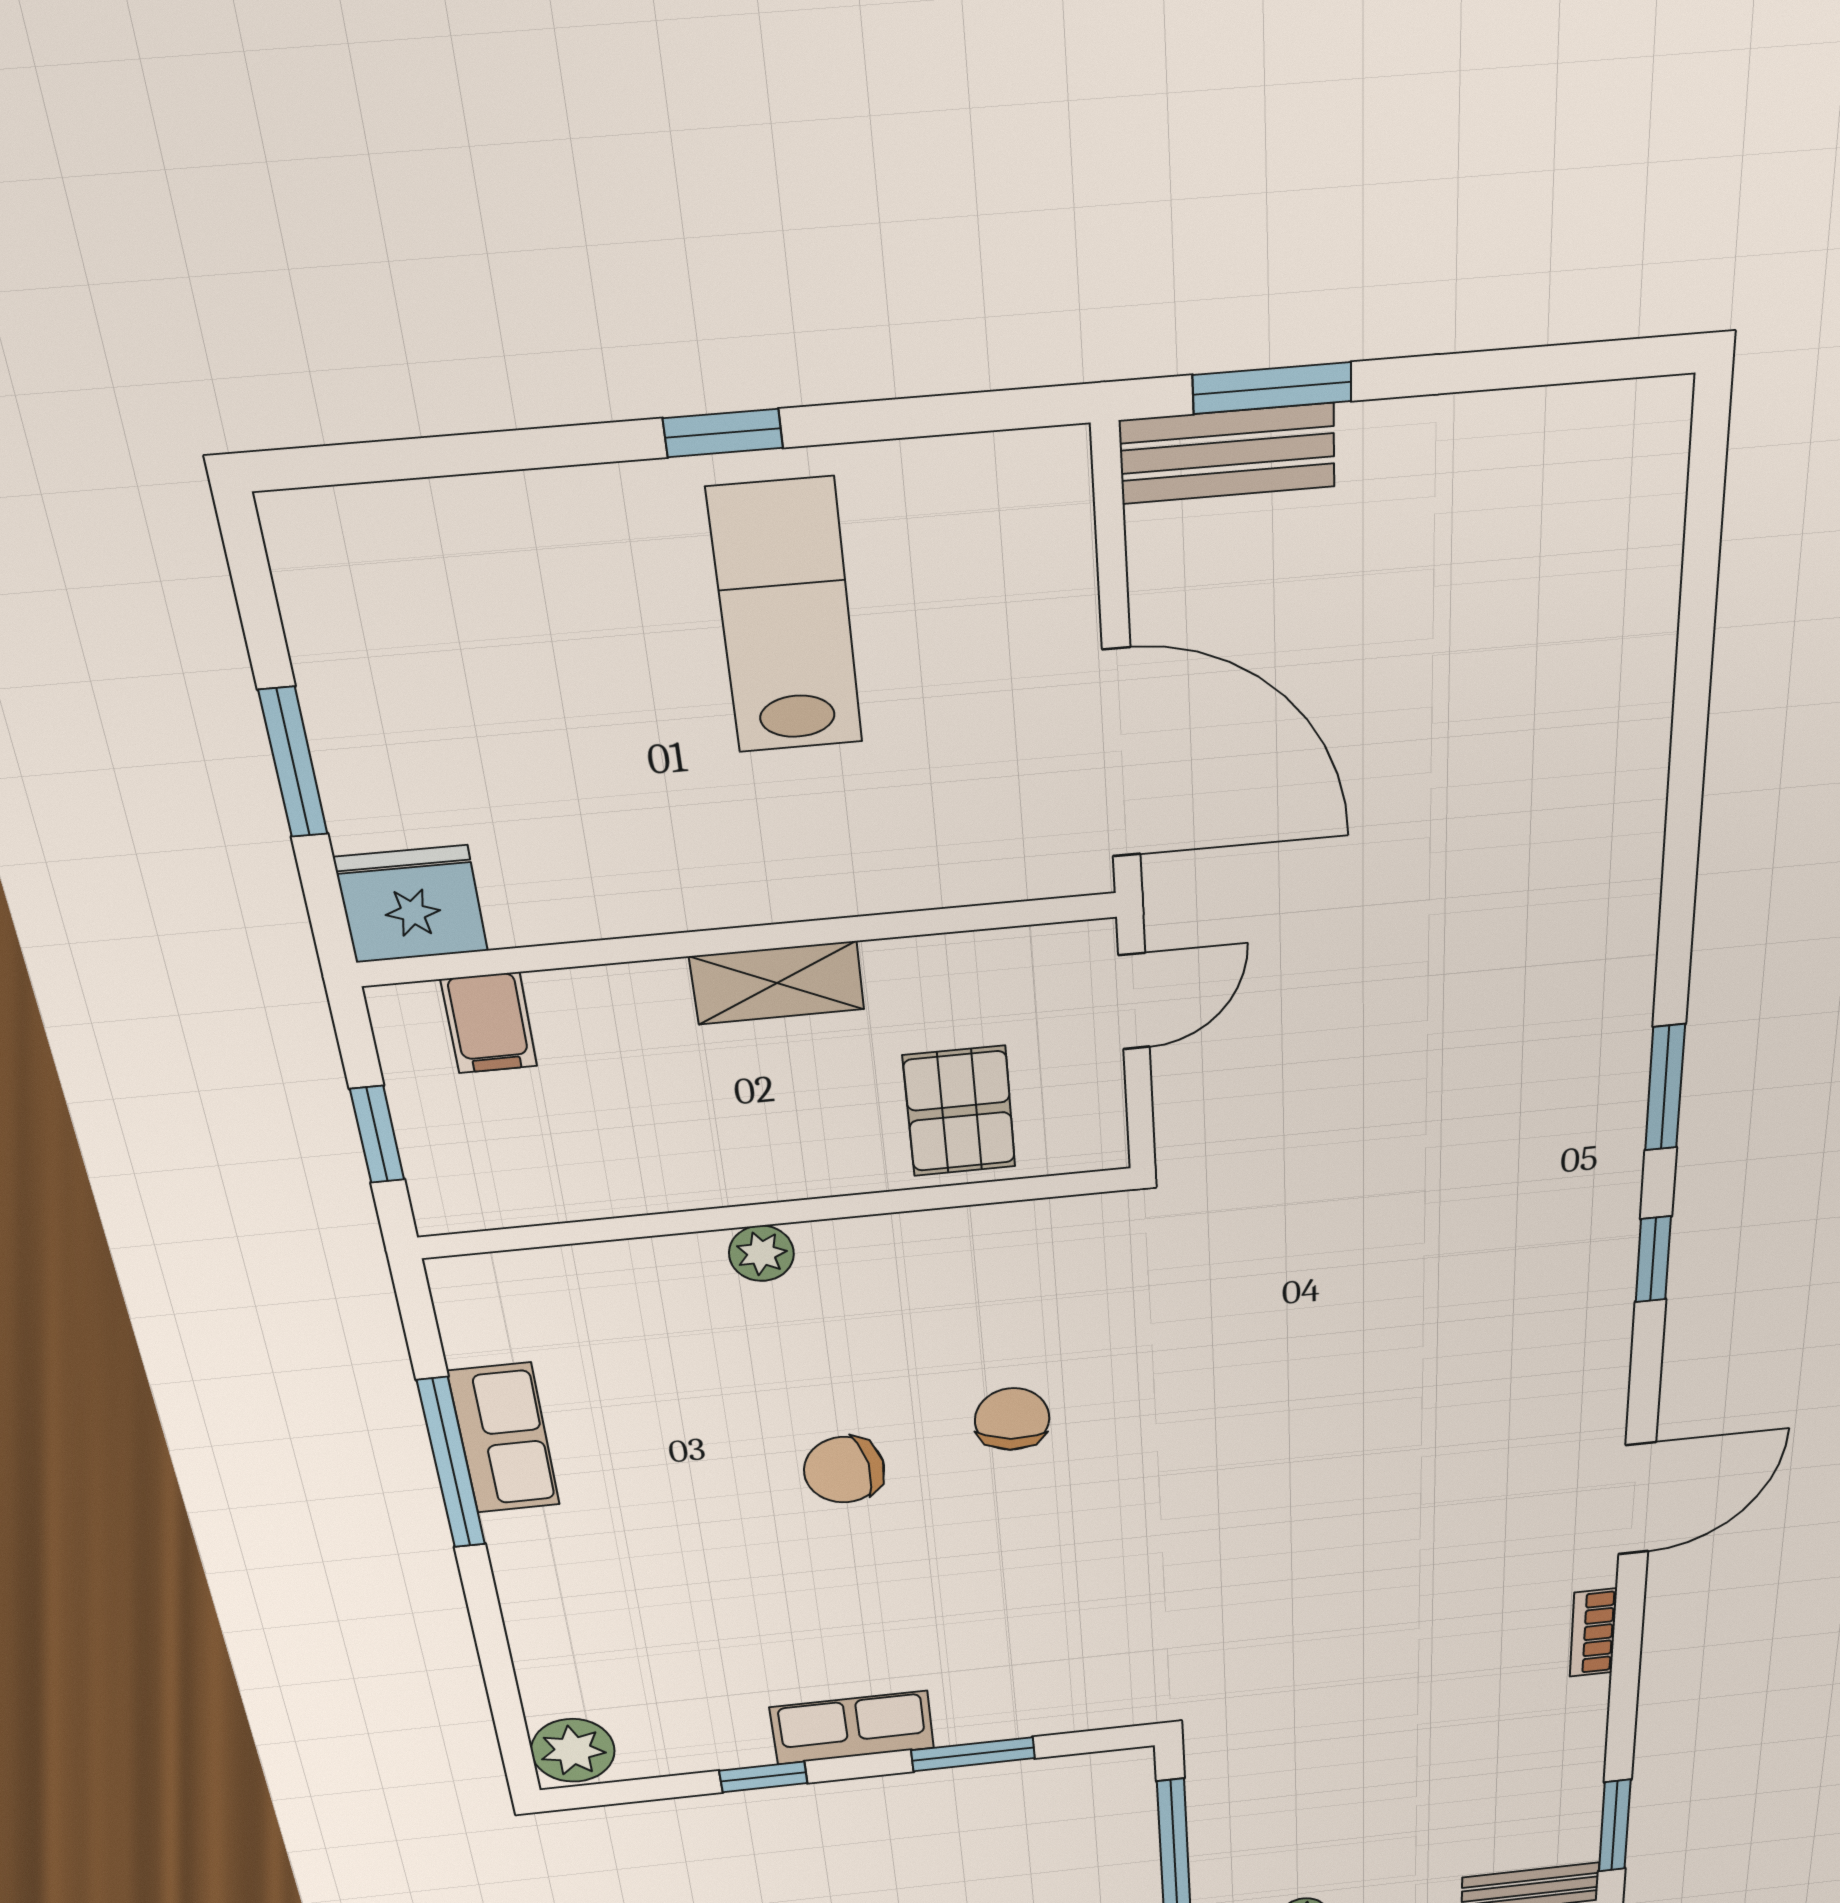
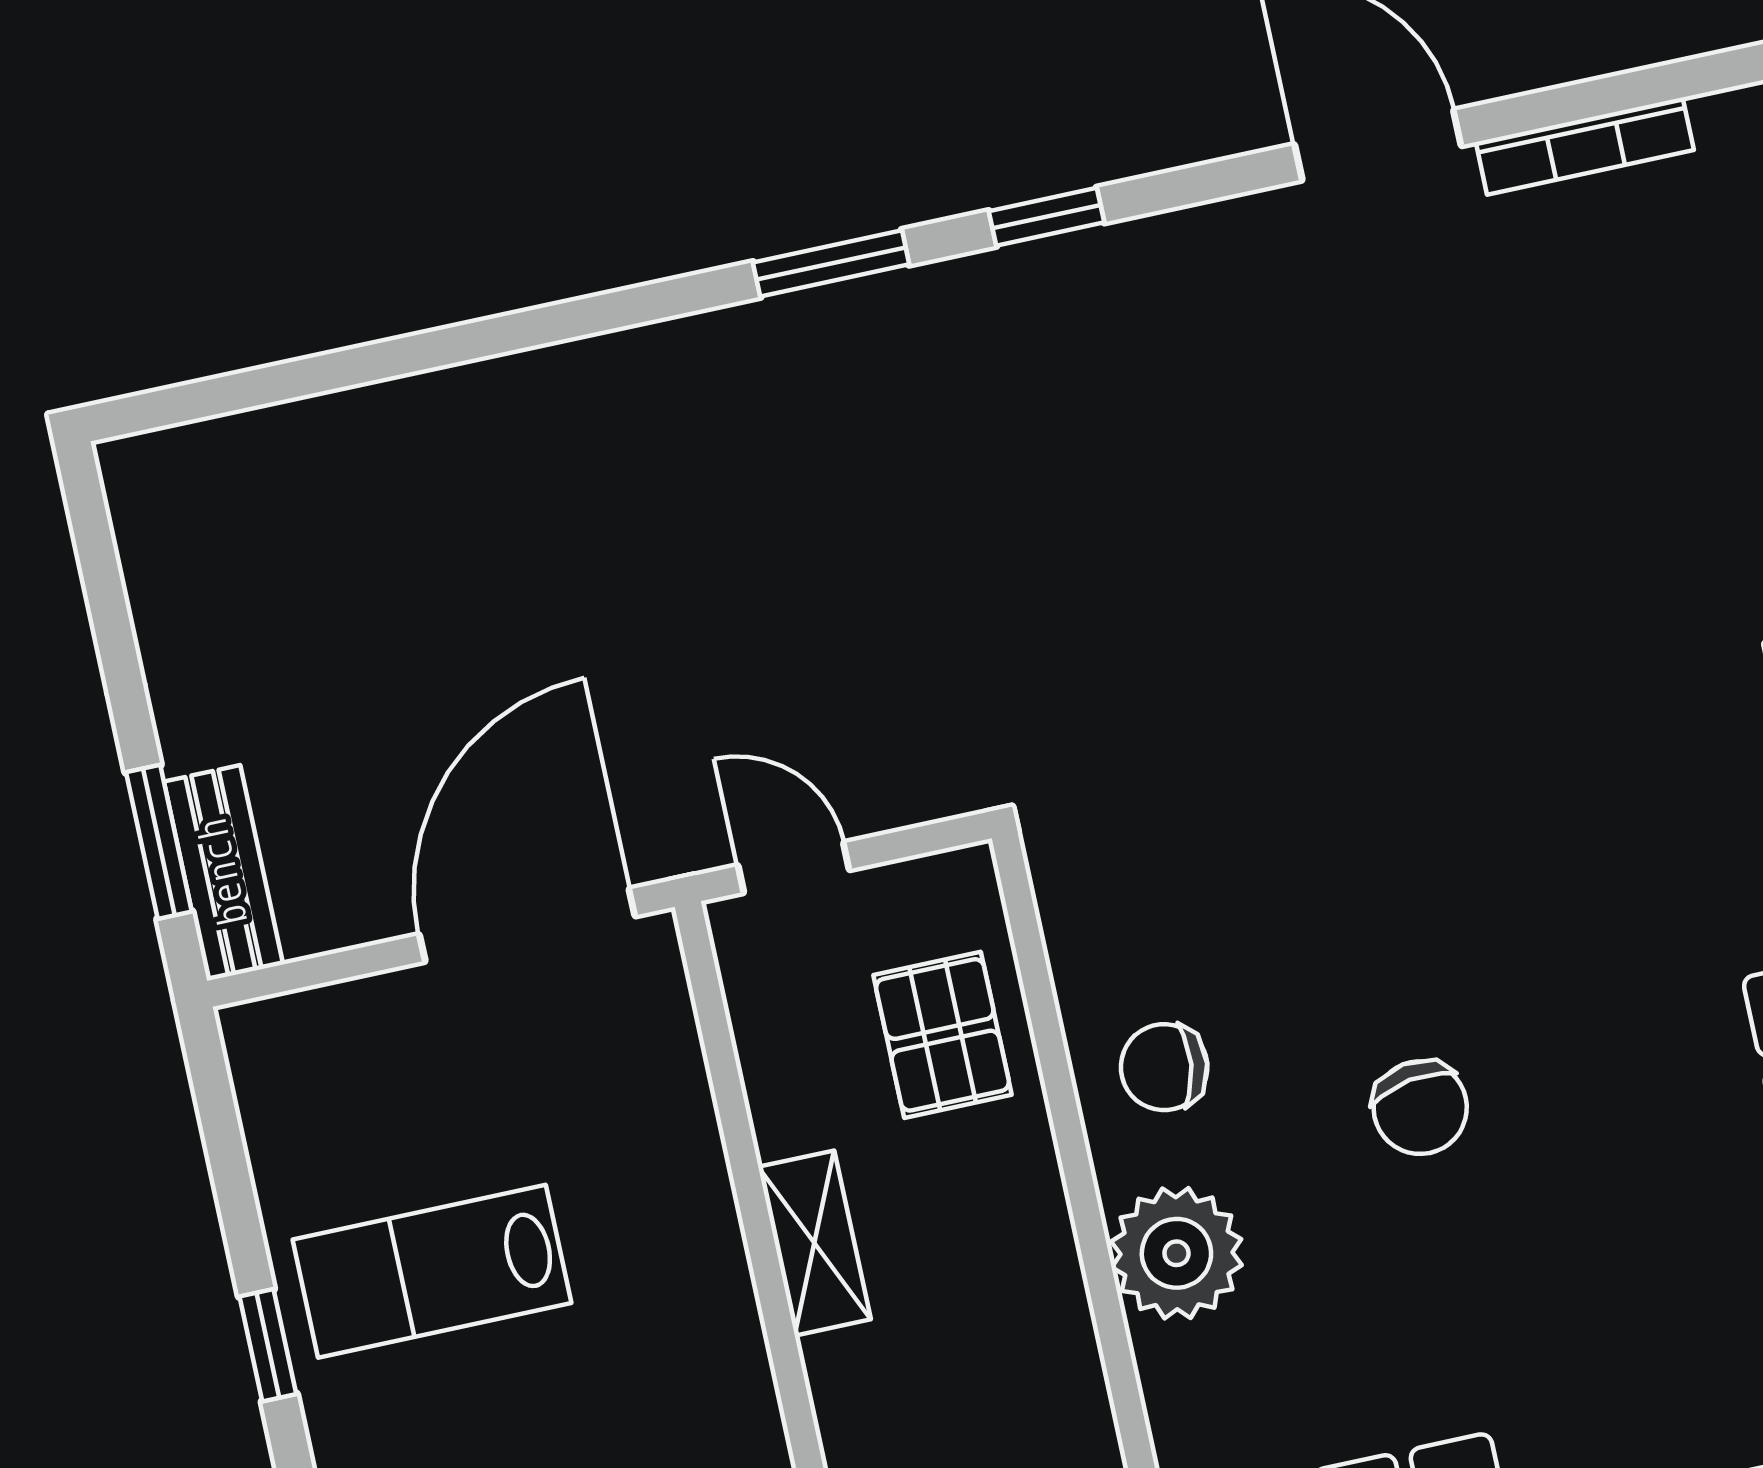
pallet: (959, 1111) -> (943, 1035), turned 90
plant: (761, 1253) -> (1176, 1253), width x1.87, depth x1.87
chair: (1012, 1419) -> (1164, 1067), moved
bookcase: (1593, 1633) -> (1585, 146), width x1.56

